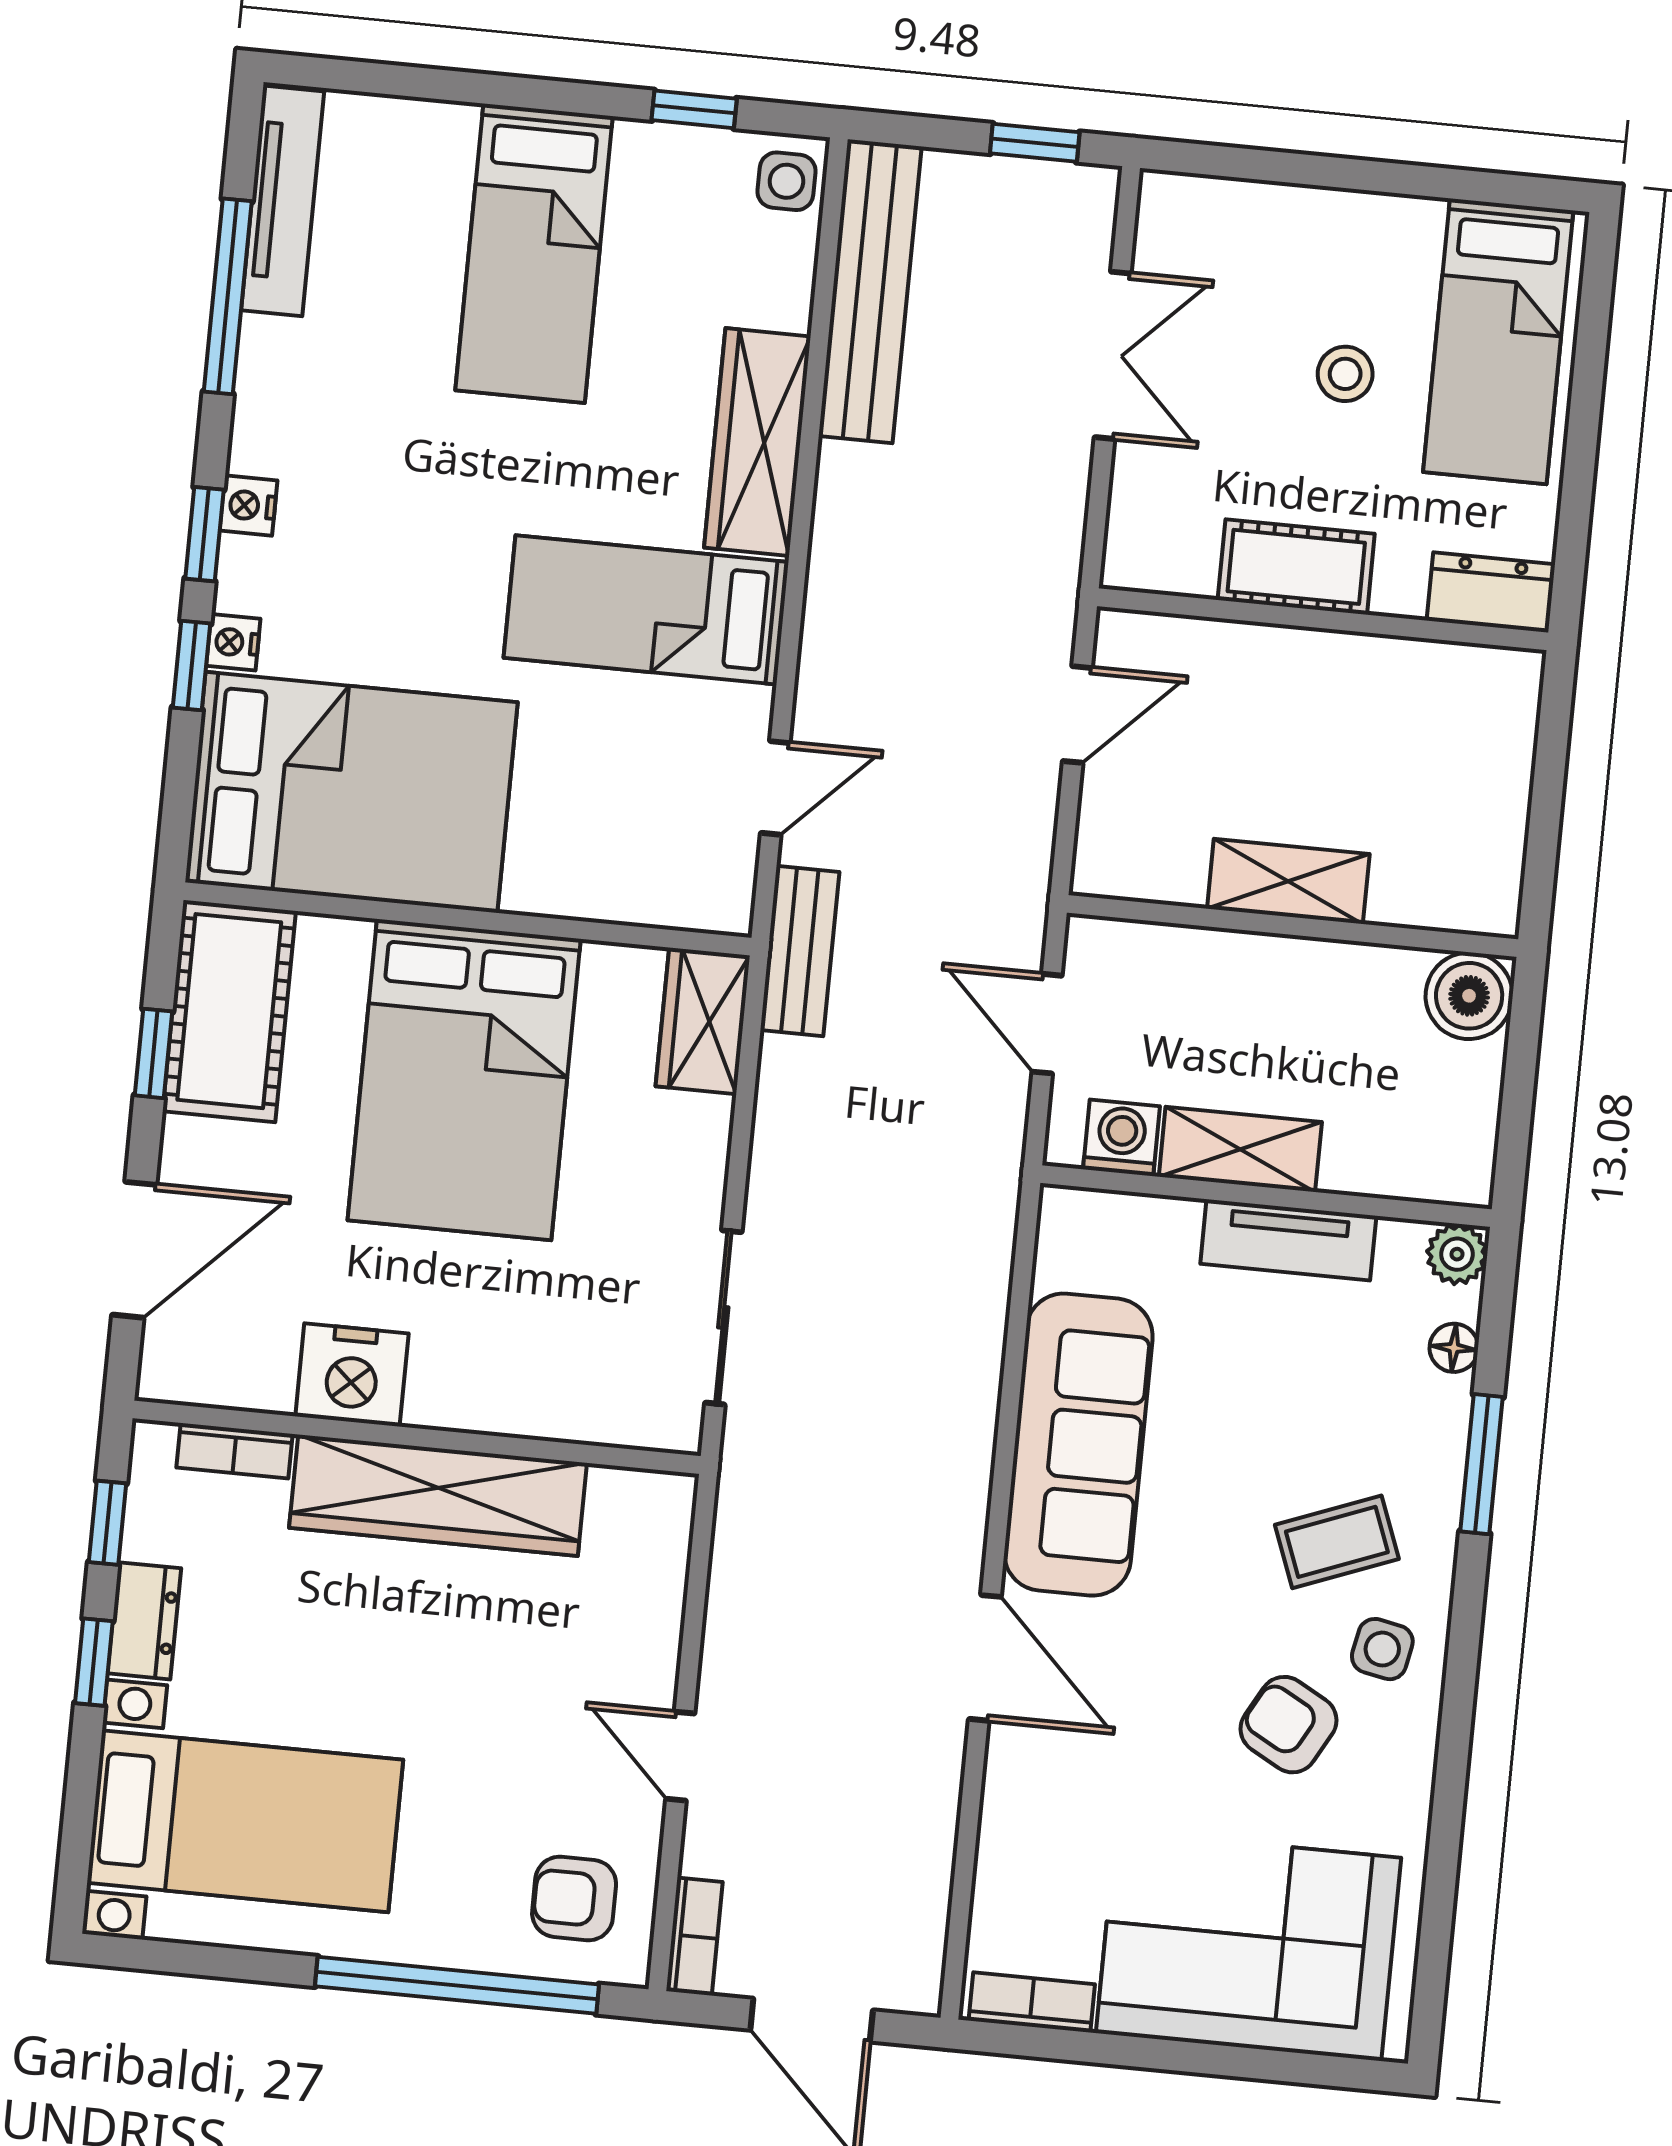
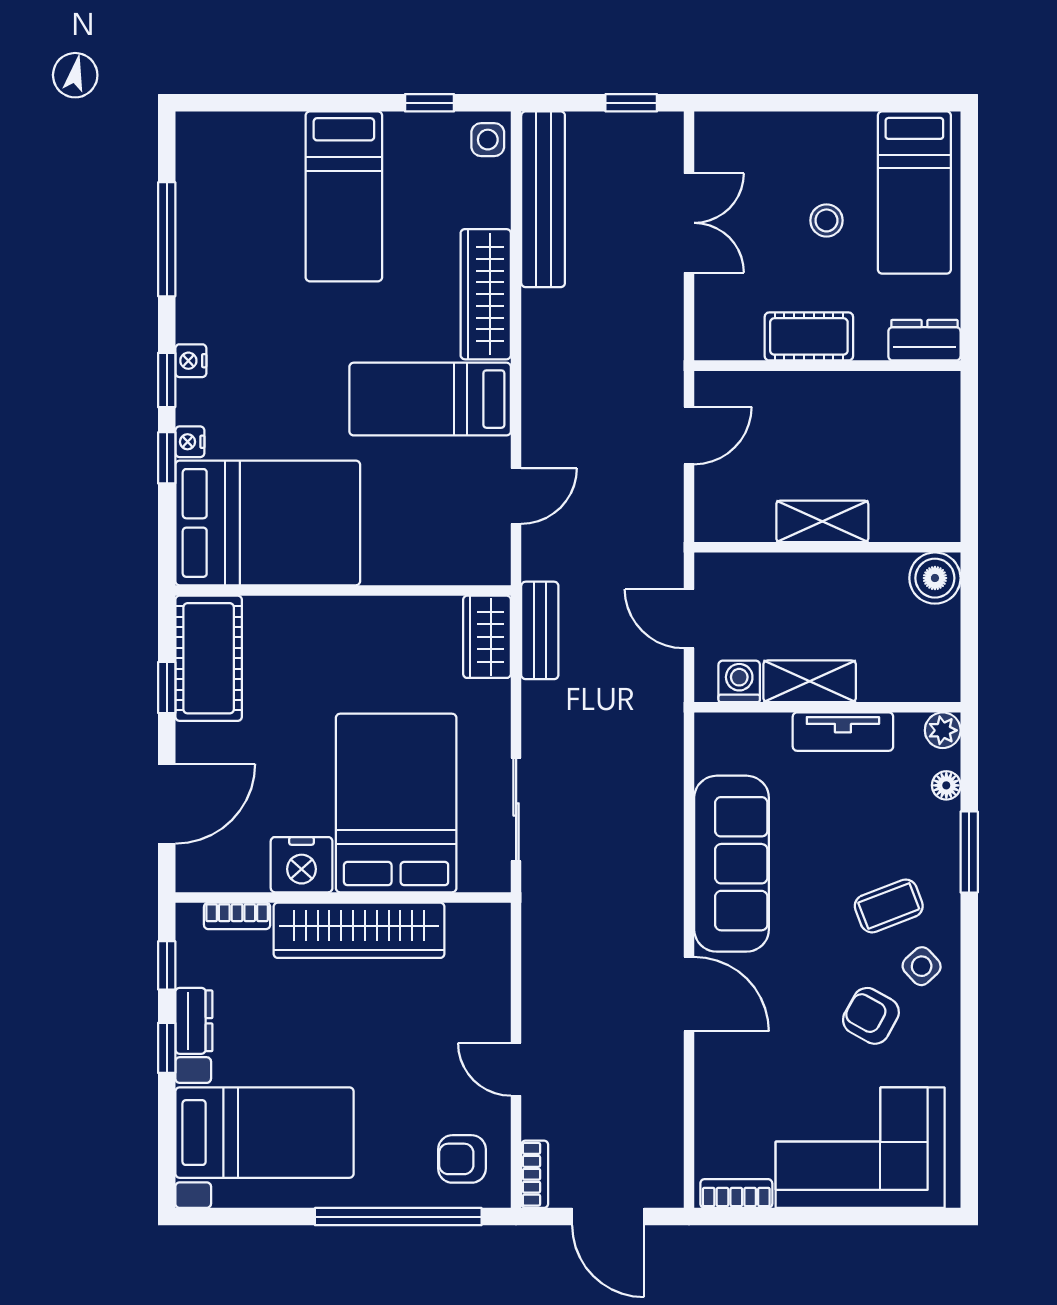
tv unit: (283, 201) -> (193, 180), removed
bench: (800, 951) -> (540, 630), moved
bed: (464, 1080) -> (396, 803), moved, turned 180
side table: (1382, 1649) -> (922, 966), turned 36

